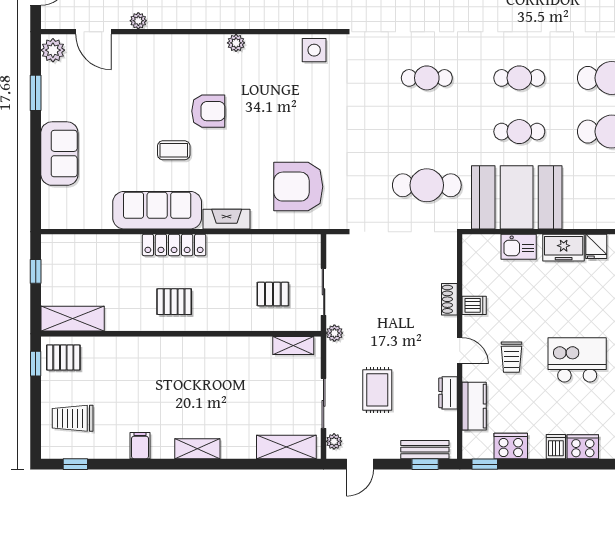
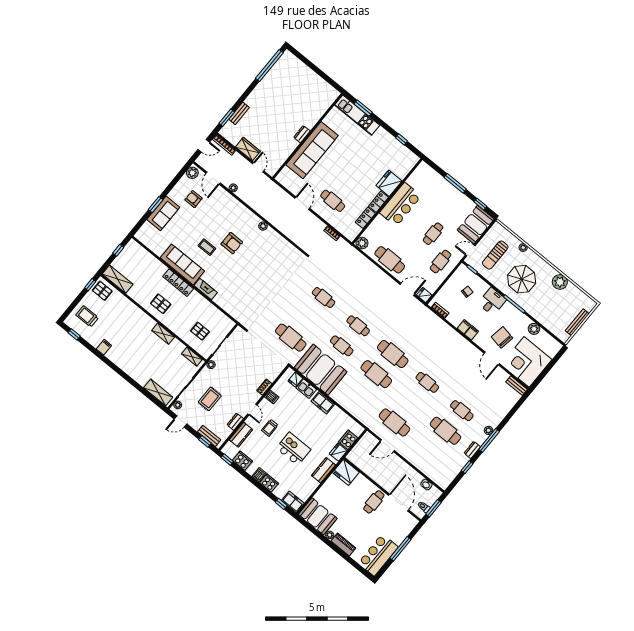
side table: (314, 50) -> (290, 253), removed
window: (36, 93) -> (156, 205), moved
armchair: (298, 187) -> (193, 199), moved, width x0.53, depth x0.53
fridge: (596, 246) -> (295, 380), moved
shelving: (197, 449) -> (163, 334), moved

